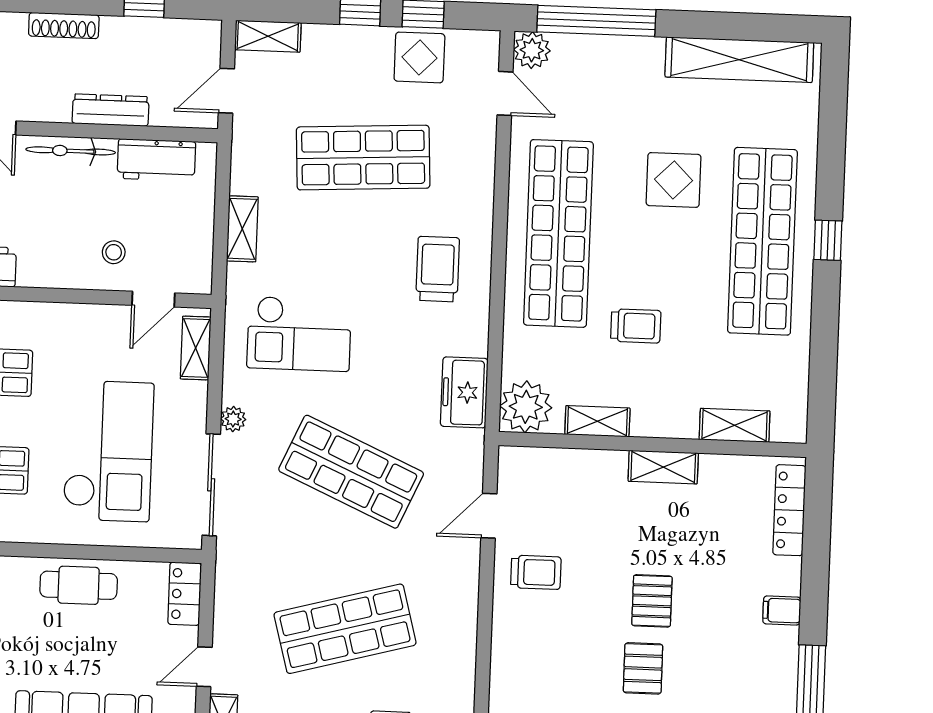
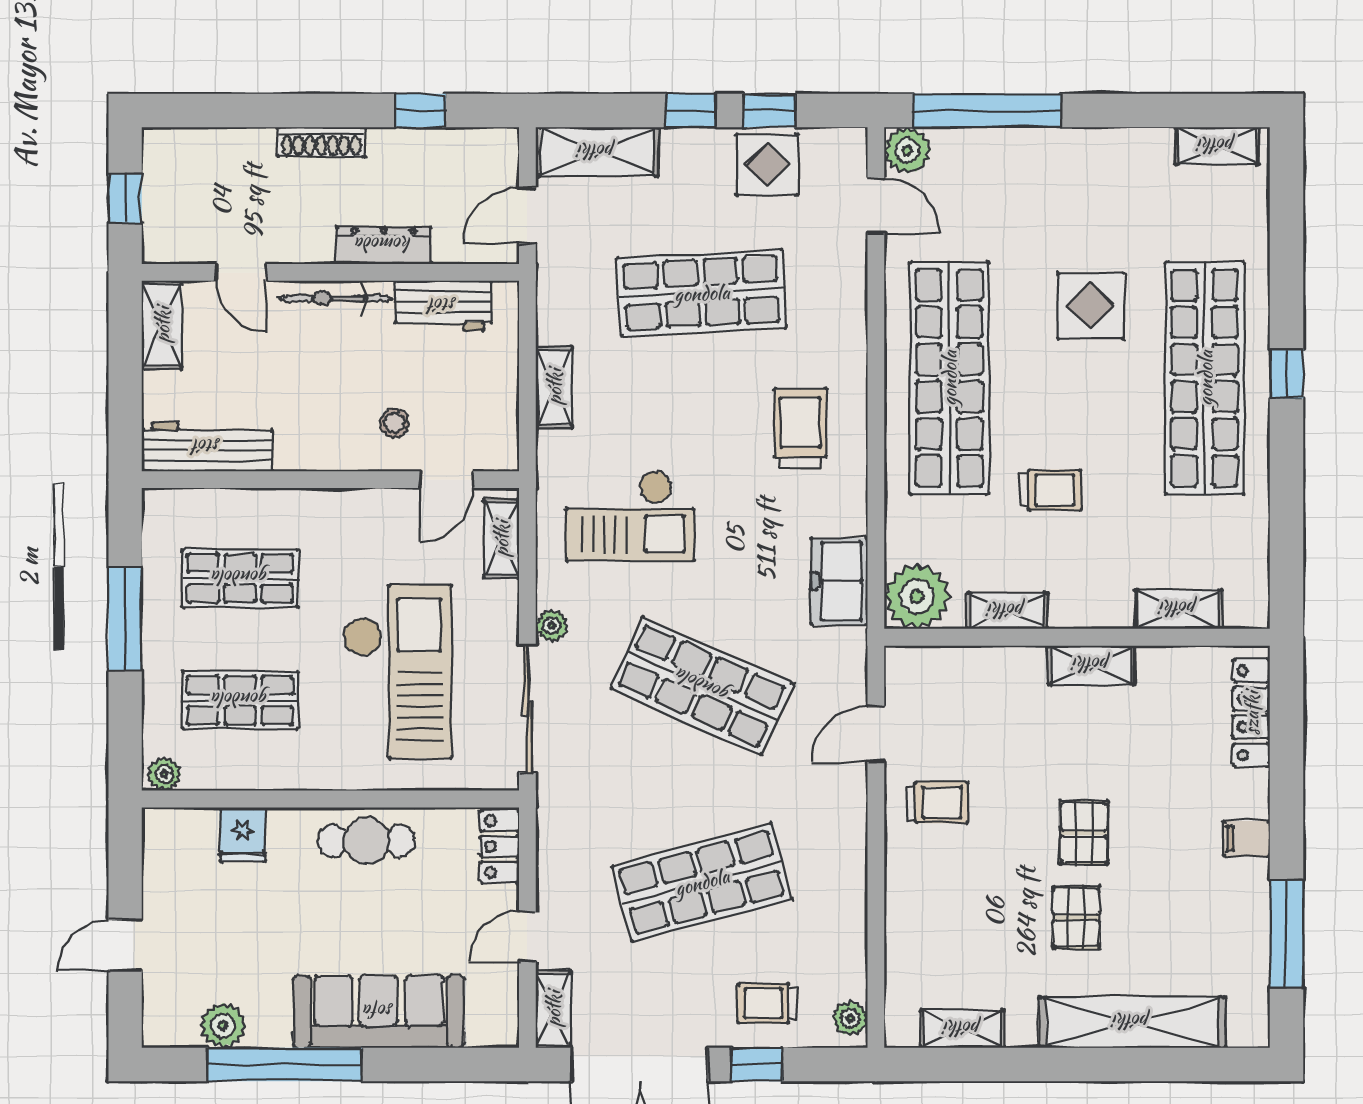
shelving: (268, 36) -> (597, 152), width x1.50, depth x1.33
shelving: (739, 60) -> (1217, 146), width x0.45, depth x0.75

